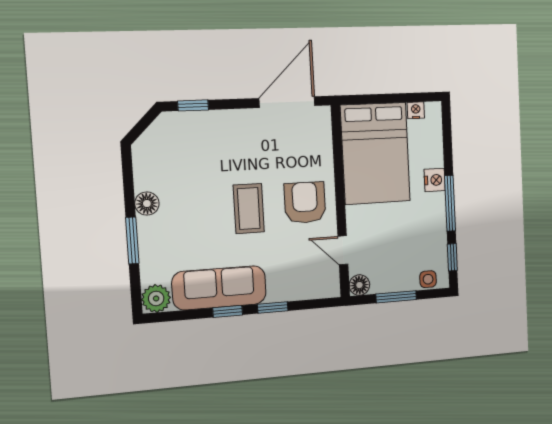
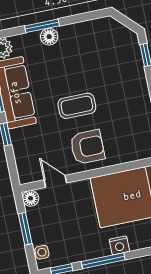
floor lamp: (147, 204) -> (49, 37), moved
door: (343, 250) -> (55, 181), hinge flipped

